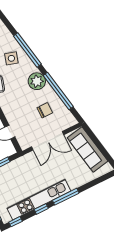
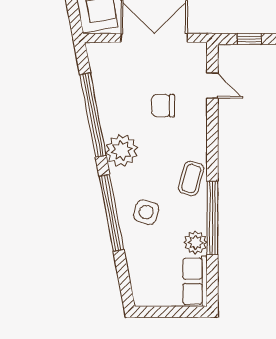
chair: (45, 110) -> (163, 106), moved

